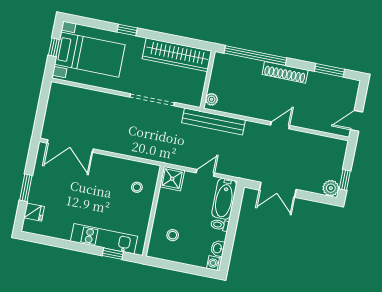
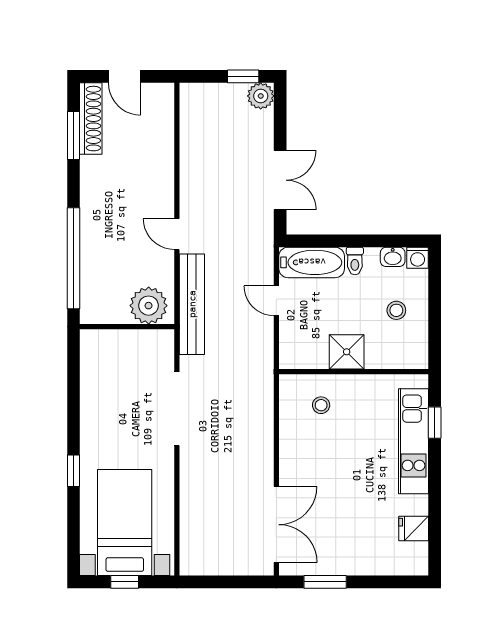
wardrobe: (177, 55) -> (97, 383), removed
shoe rack: (285, 72) -> (91, 119), moved
plant: (212, 99) -> (149, 306), width x1.88, depth x1.88
door: (356, 121) -> (124, 76), moved
door: (280, 125) -> (177, 234), moved
shower: (172, 179) -> (347, 352), moved
window: (26, 188) -> (325, 582), moved
fridge: (34, 212) -> (414, 529), moved, turned -90
stool: (173, 235) -> (396, 310), moved

